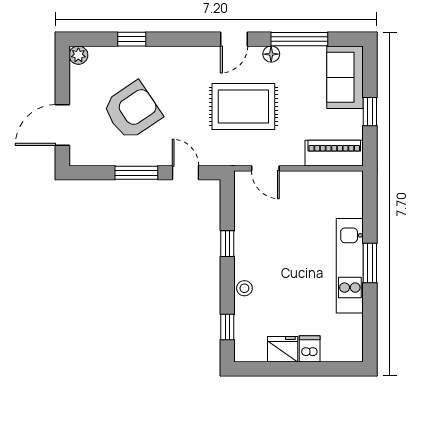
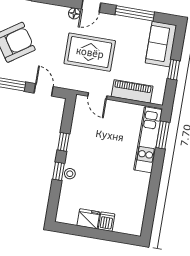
floor lamp: (271, 54) -> (74, 13), moved
piano: (334, 153) -> (132, 91), moved
window: (370, 263) -> (163, 135), moved
kitchen unit: (350, 266) -> (148, 140), moved
window: (227, 327) -> (58, 171), moved

